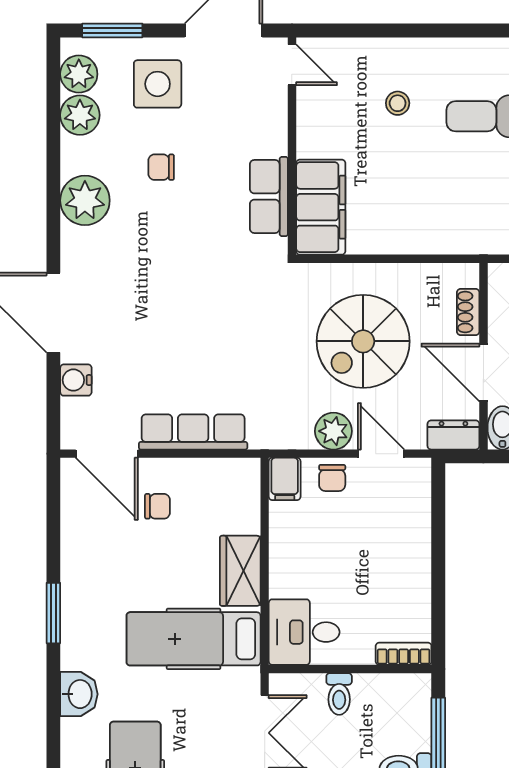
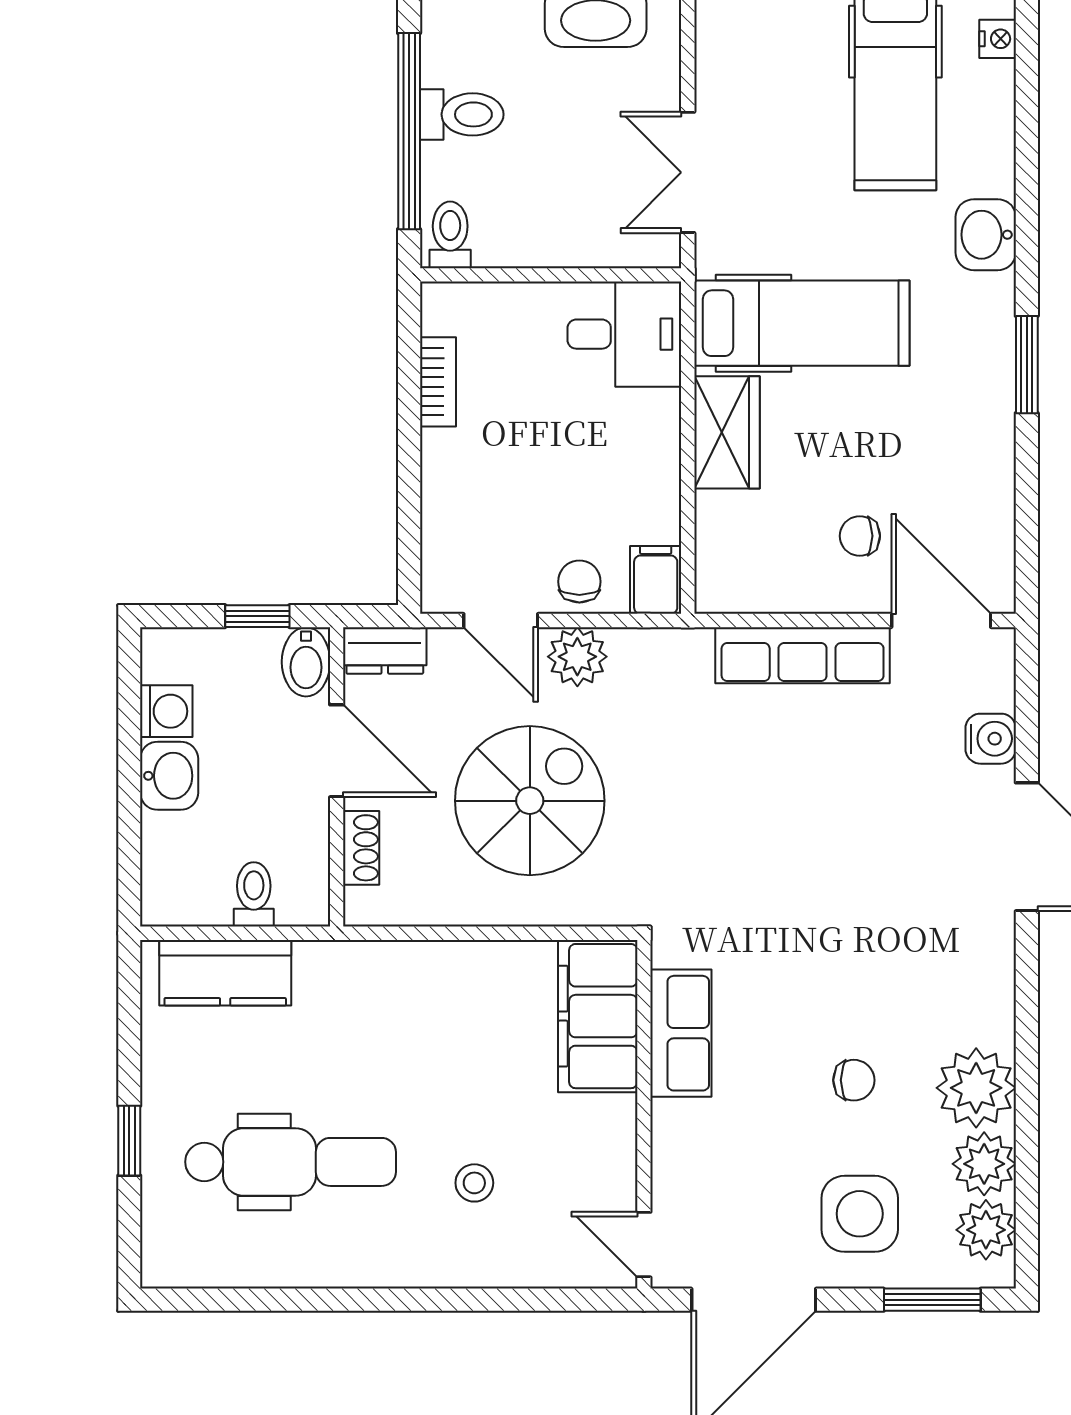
plant: (85, 200) -> (976, 1088), moved
bookcase: (404, 654) -> (438, 382), moved, turned -90
toilet: (339, 694) -> (450, 235), moved

